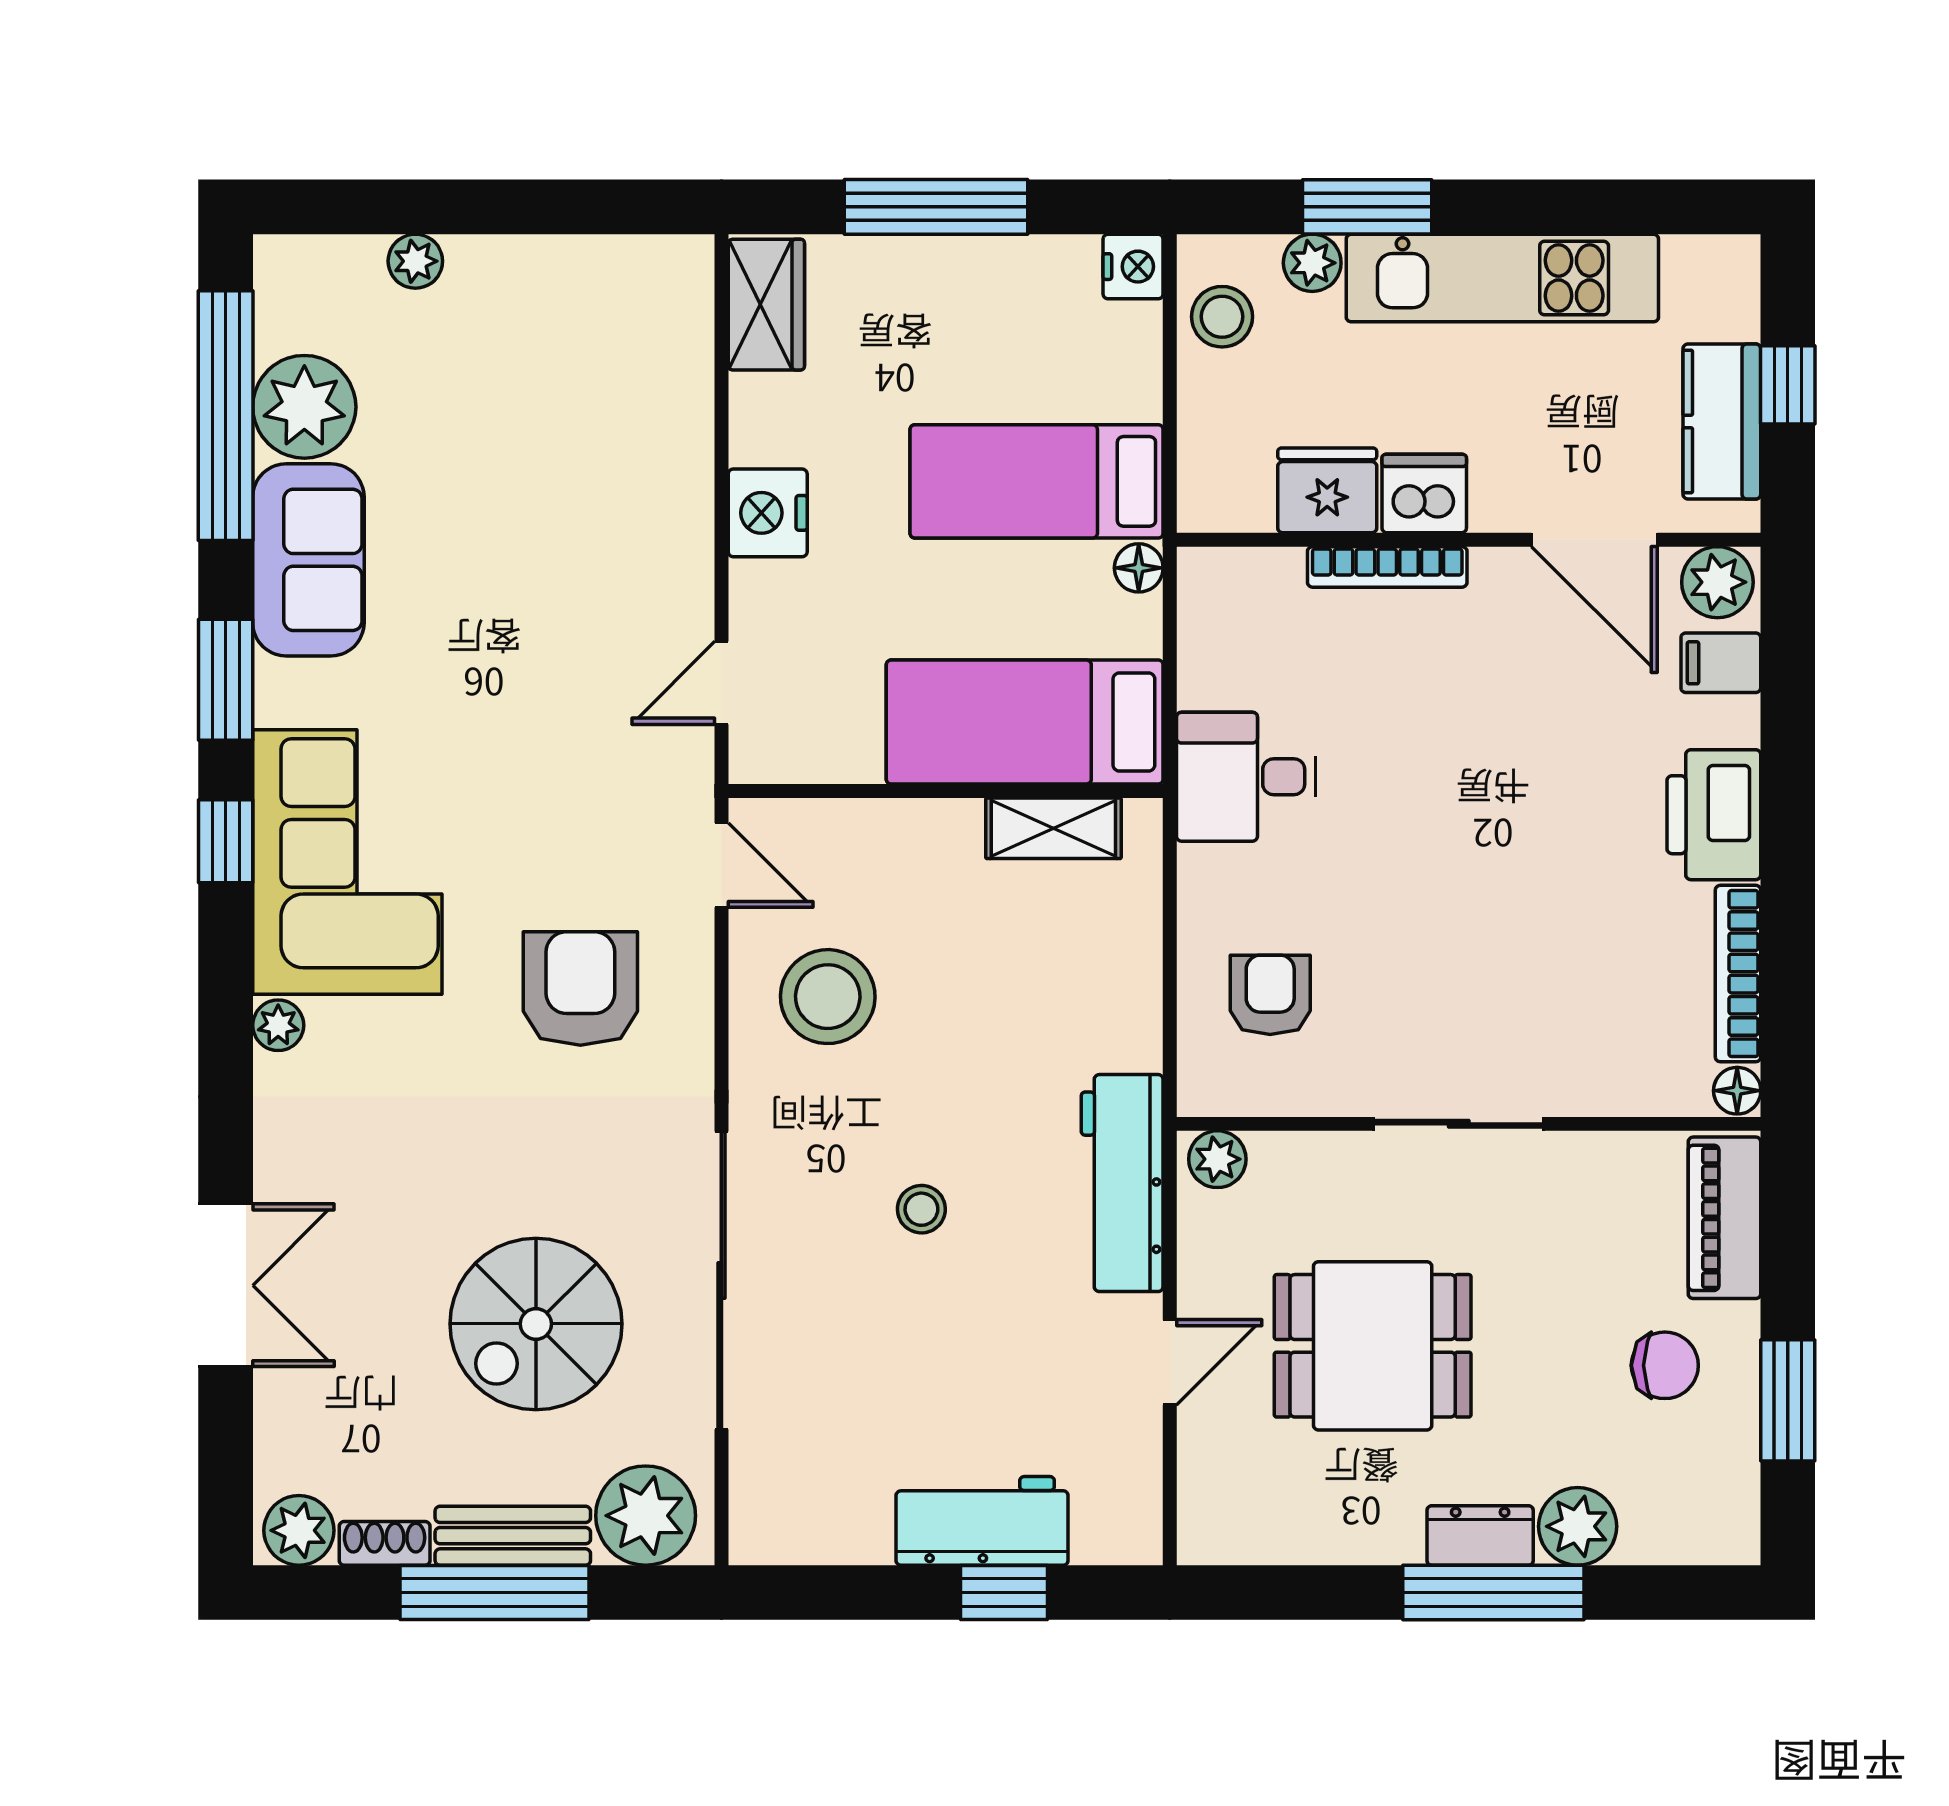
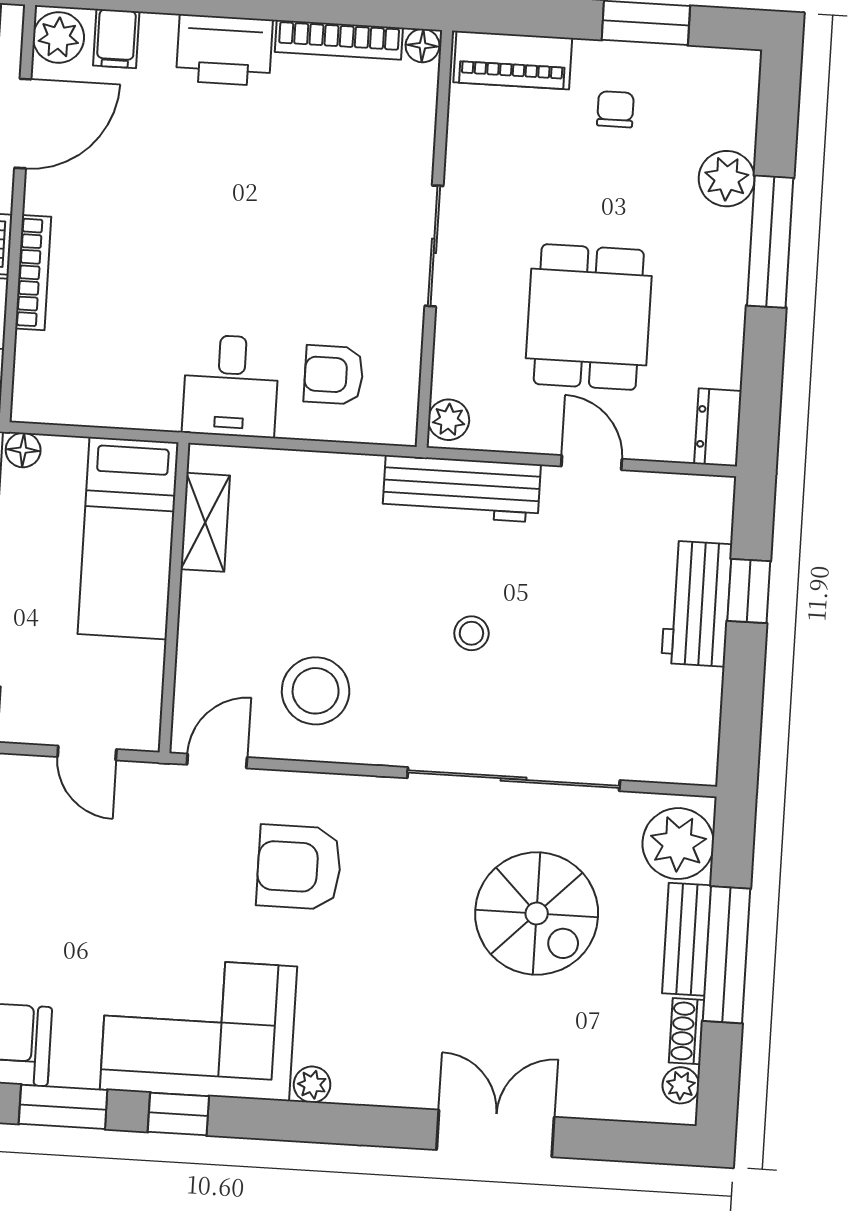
desk: (1246, 777) -> (231, 386), moved
chair: (1665, 1365) -> (615, 109), width x0.73, depth x0.73
plant: (299, 1530) -> (681, 1085), width x0.73, depth x0.73
dresser: (1480, 1535) -> (718, 427), moved

